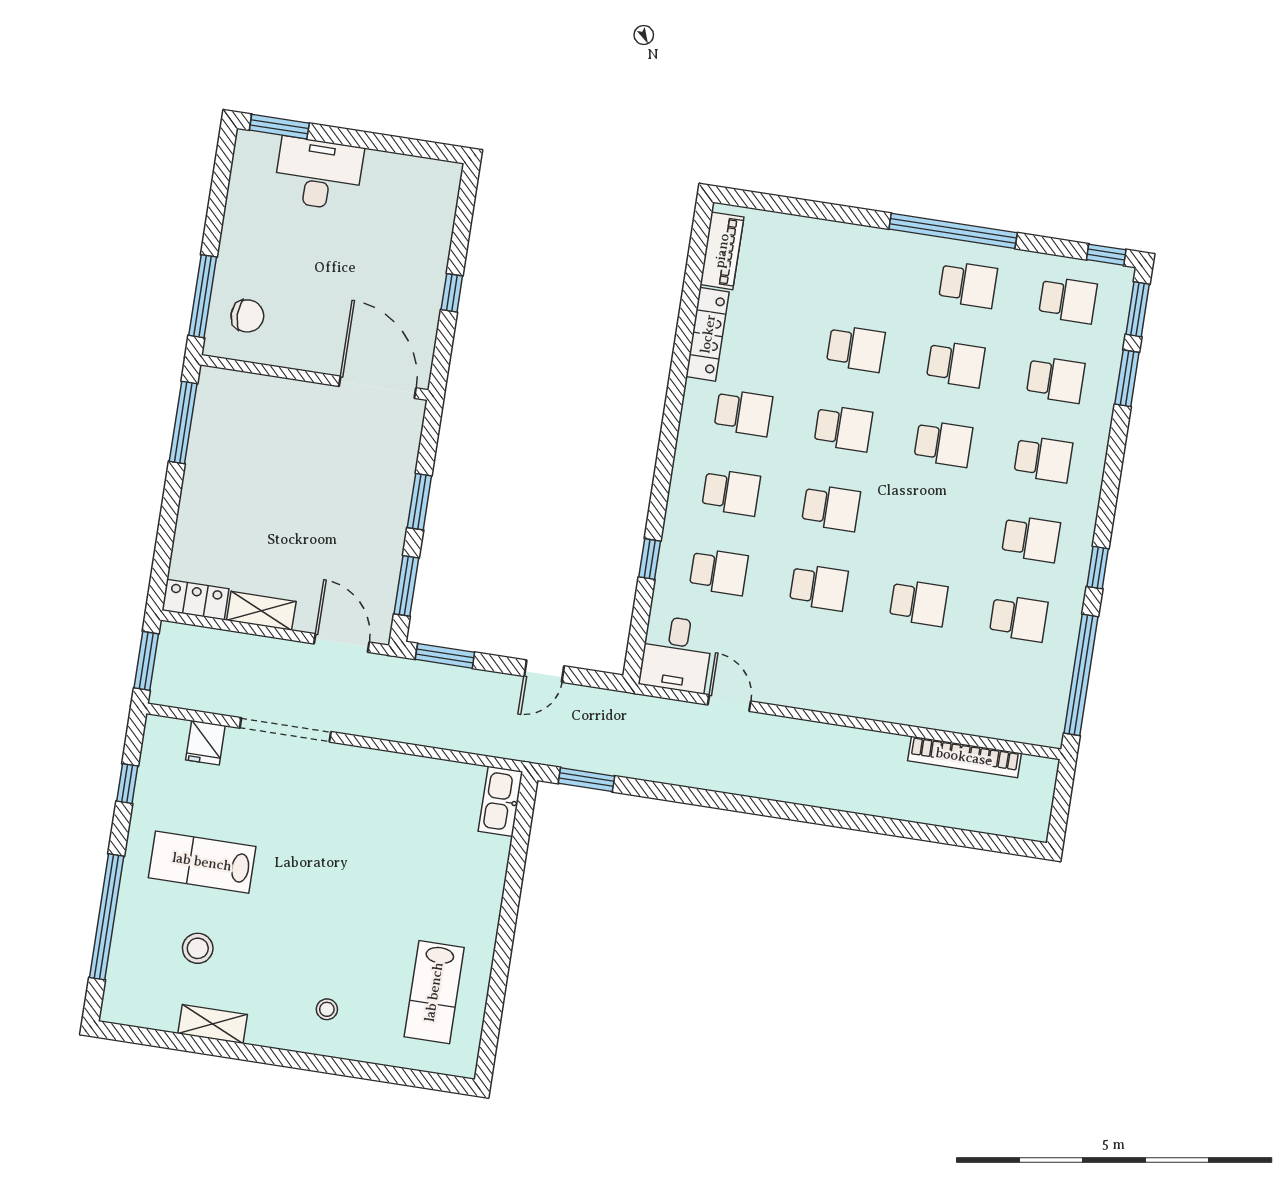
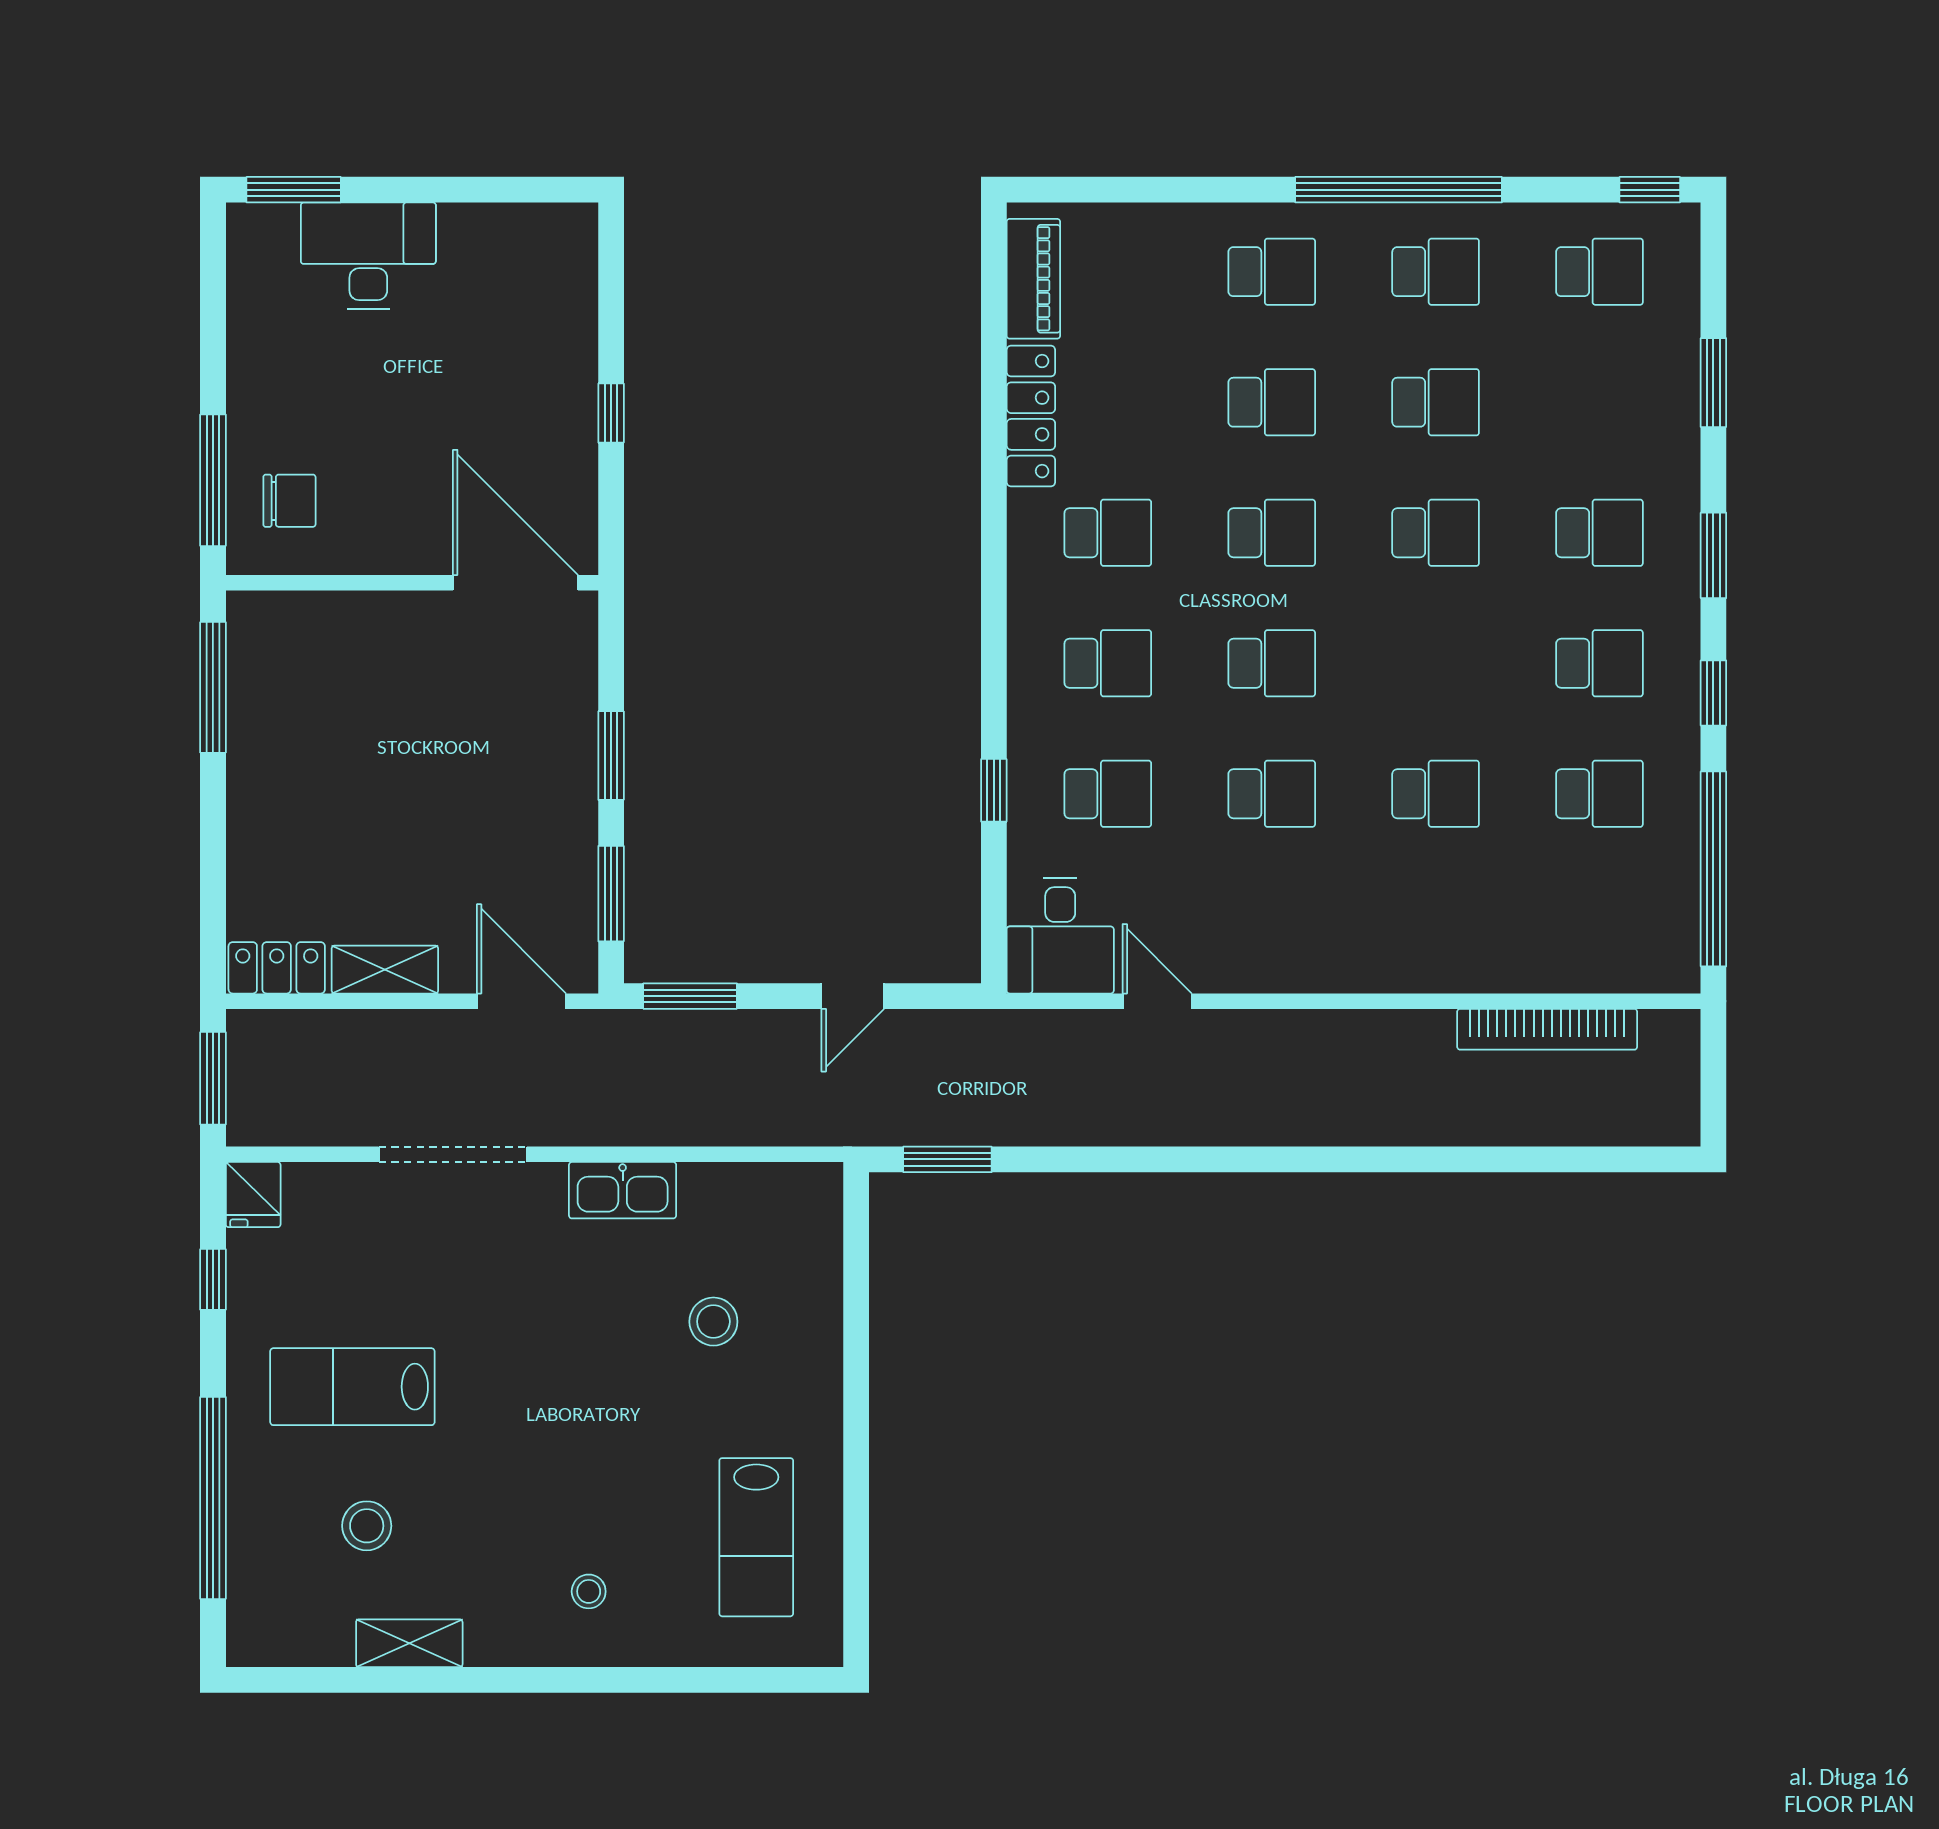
window: (1138, 309) -> (1713, 555), moved
school desk: (1056, 380) -> (1272, 272), moved
fridge: (205, 743) -> (253, 1195), moved
kitchen sink: (500, 801) -> (623, 1190), moved, turned -90
stool: (428, 856) -> (713, 1322), added

